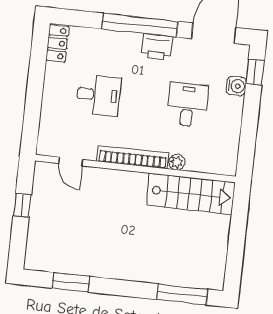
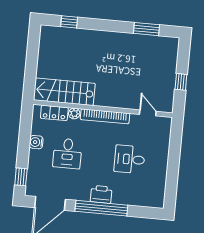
locker: (57, 43) -> (54, 113), moved, turned -90
printer: (157, 47) -> (101, 194), moved
water cooler: (236, 86) -> (36, 142), moved
window: (182, 294) -> (69, 22), width x0.46

